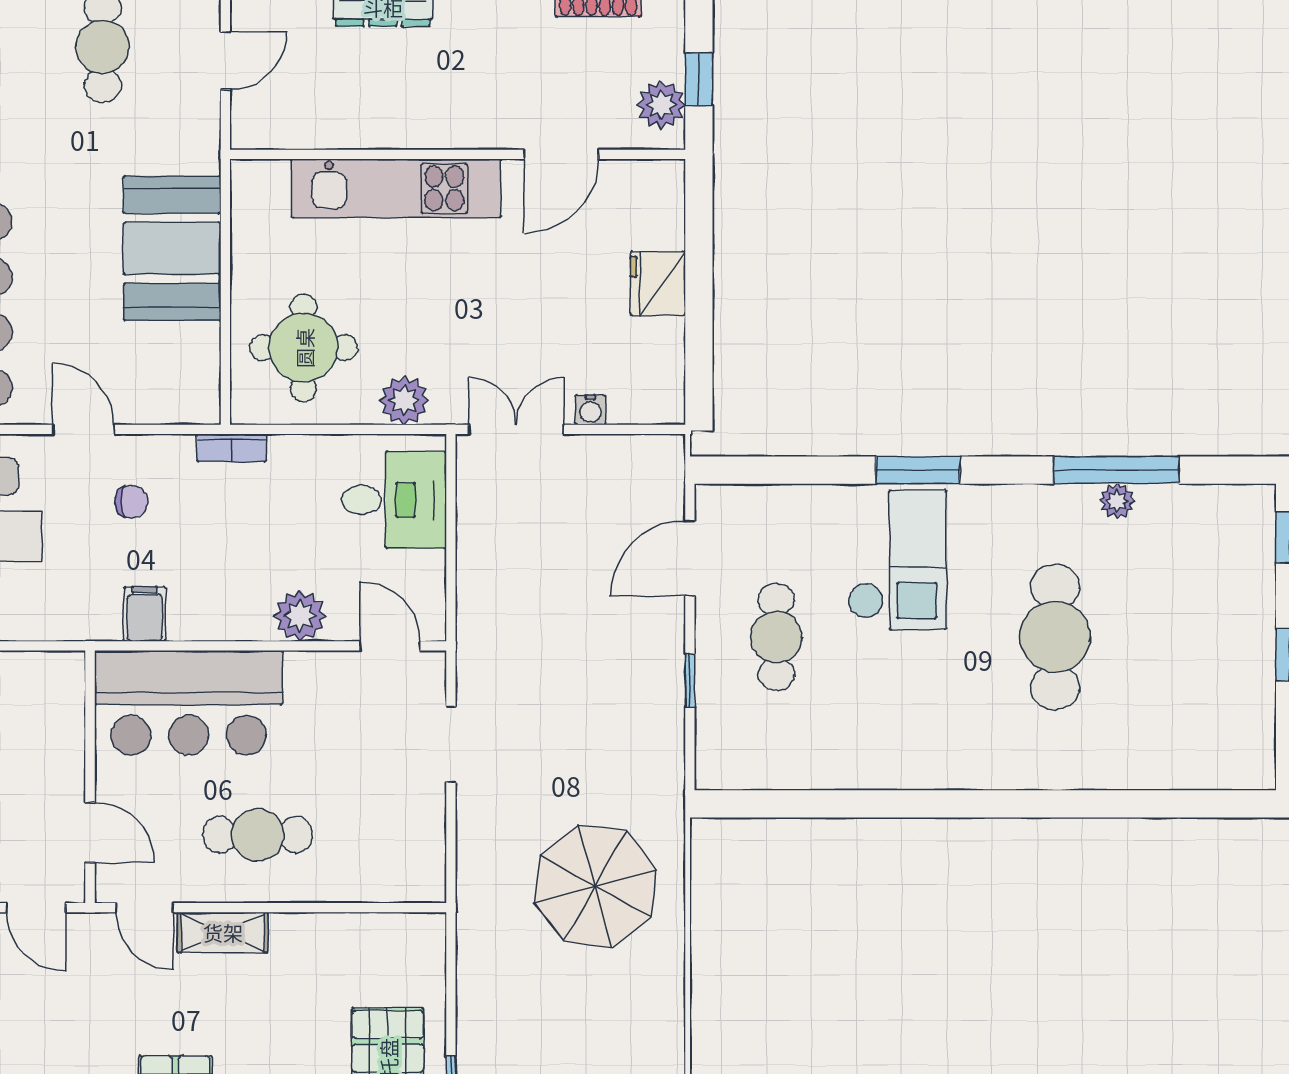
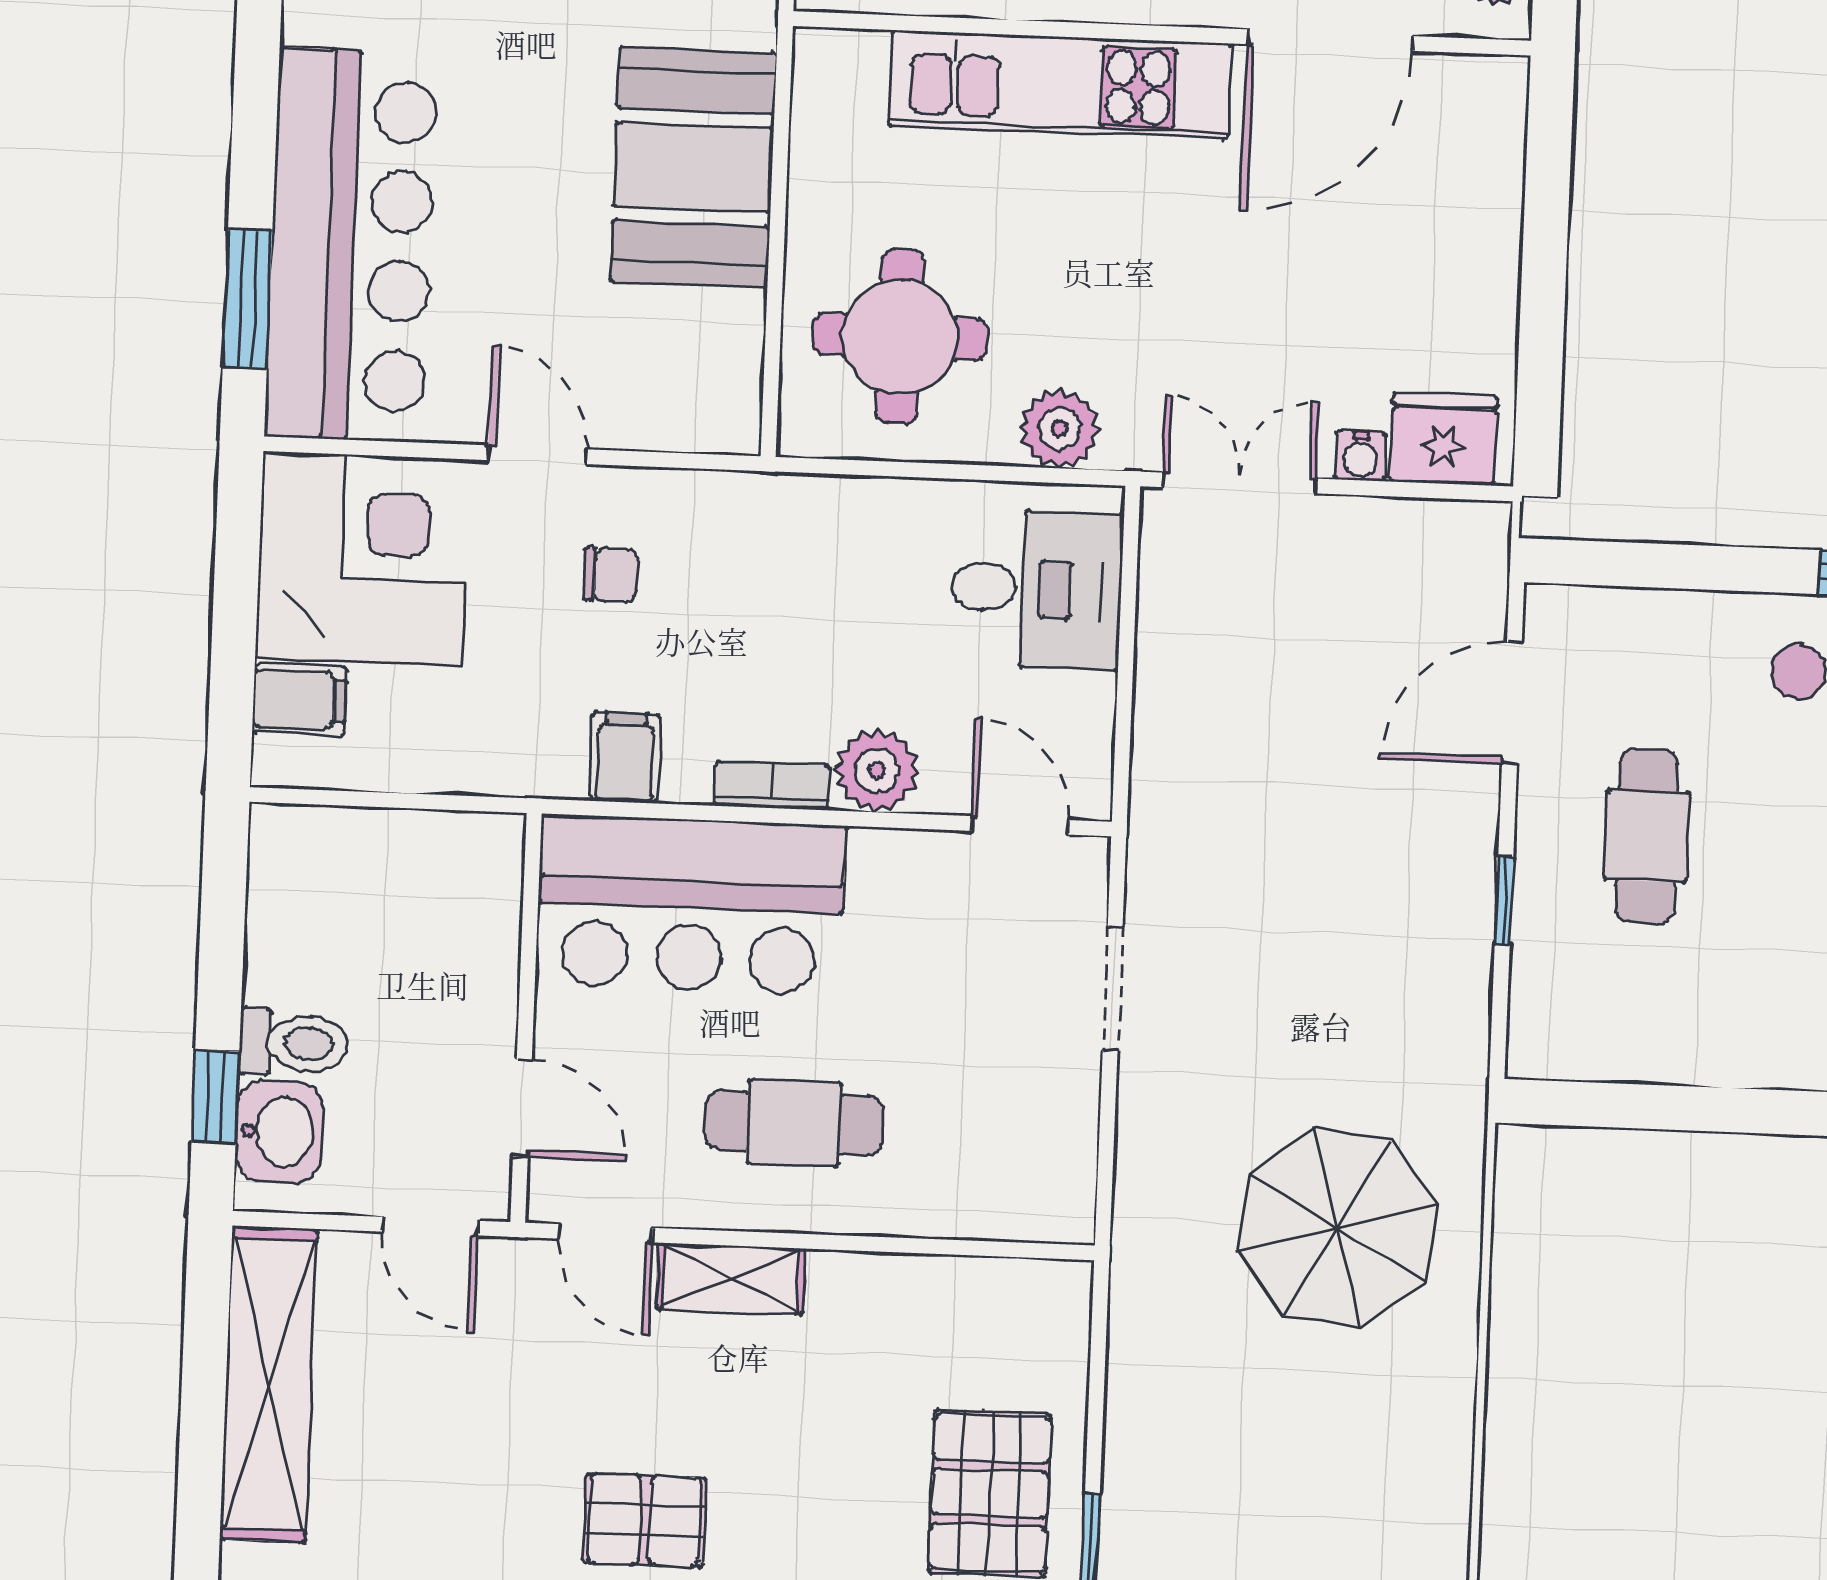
door: (561, 154) -> (1330, 40), width x1.36
fridge: (658, 283) -> (1444, 439), moved, turned 90
bookcase: (231, 448) -> (772, 786), moved, turned 180

